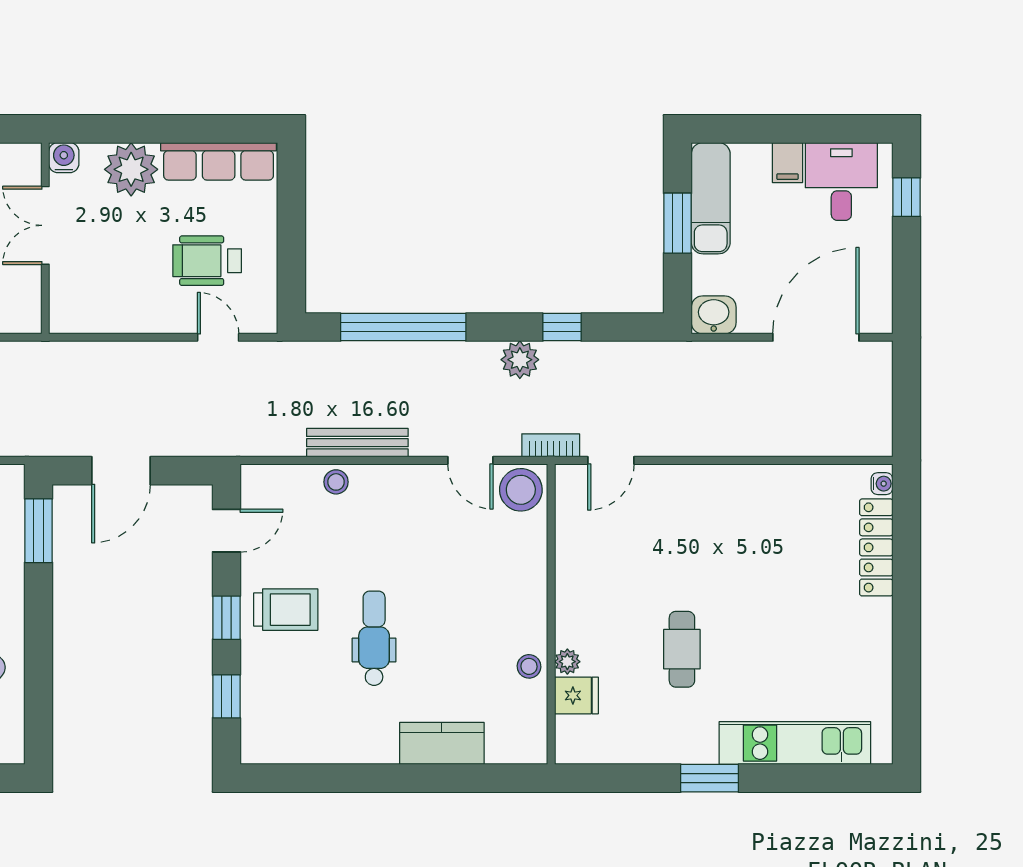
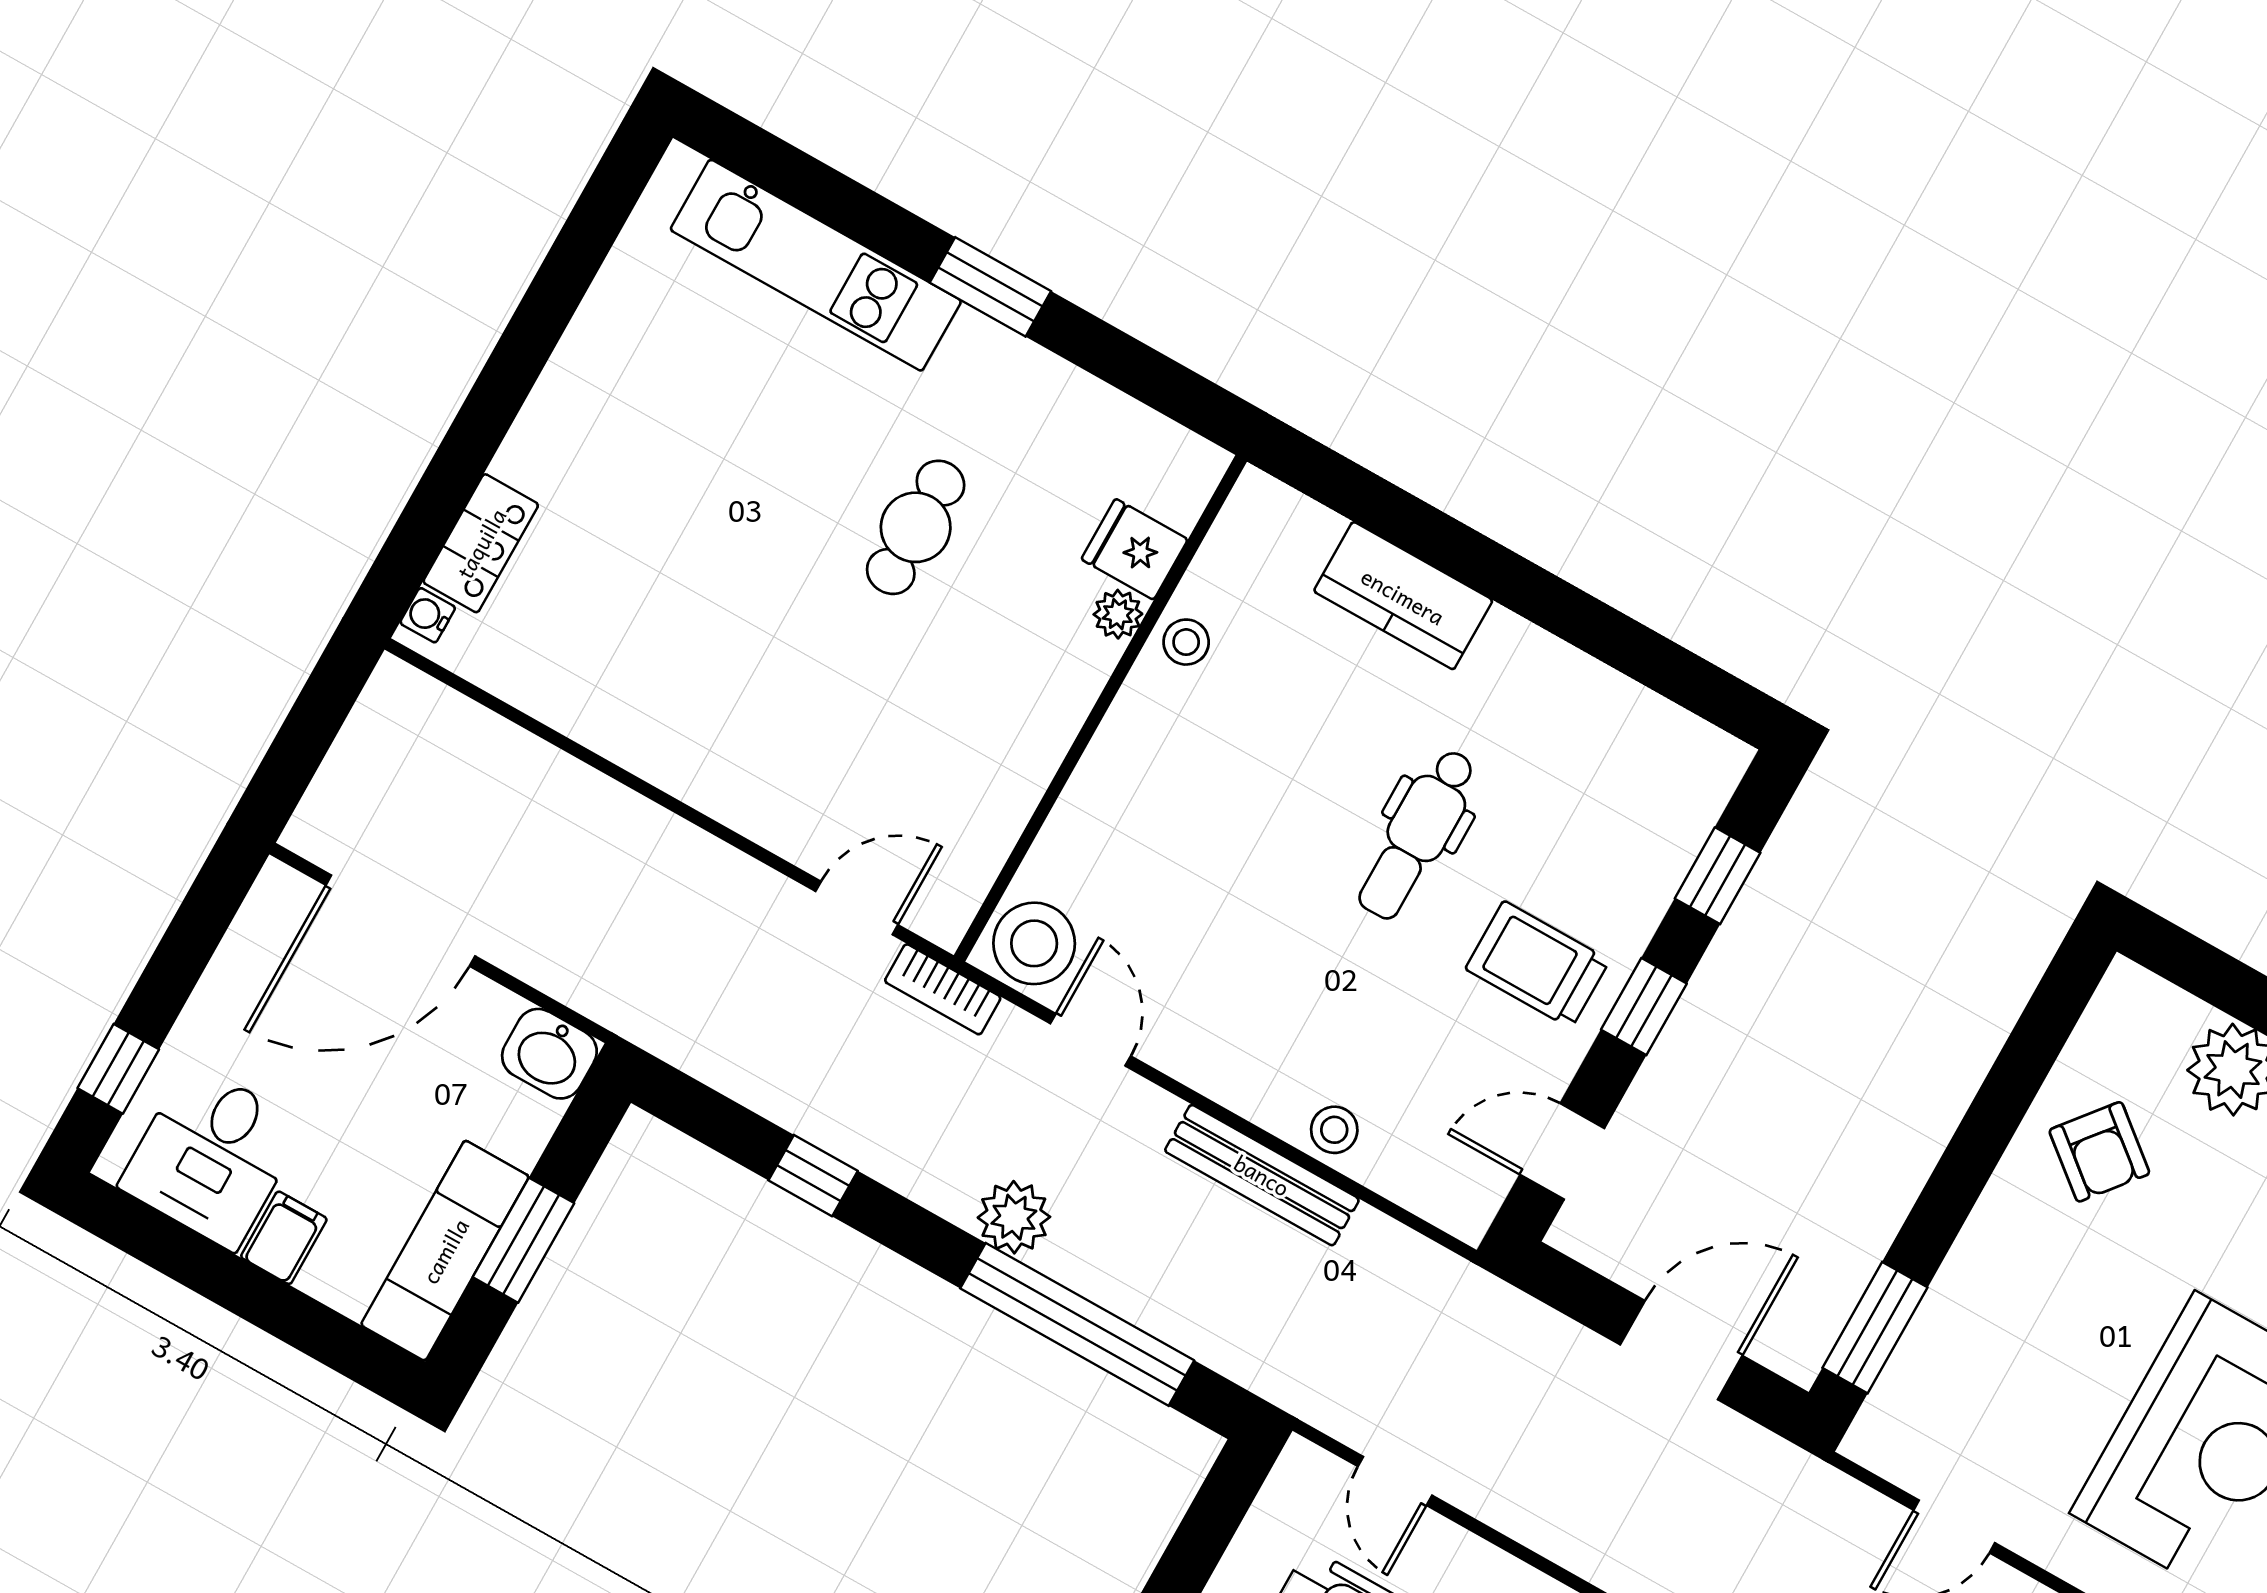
plant: (520, 360) -> (1014, 1217), moved
locker: (876, 547) -> (481, 543), width x0.66

